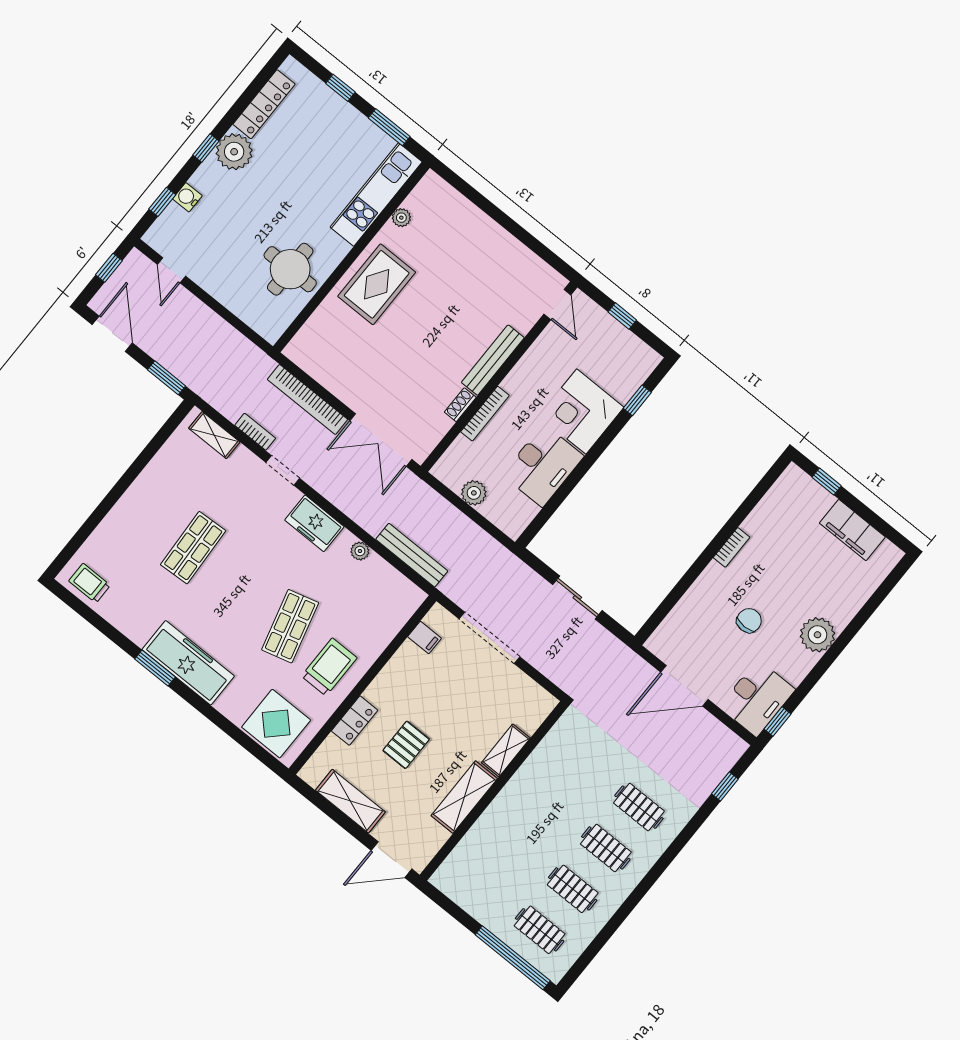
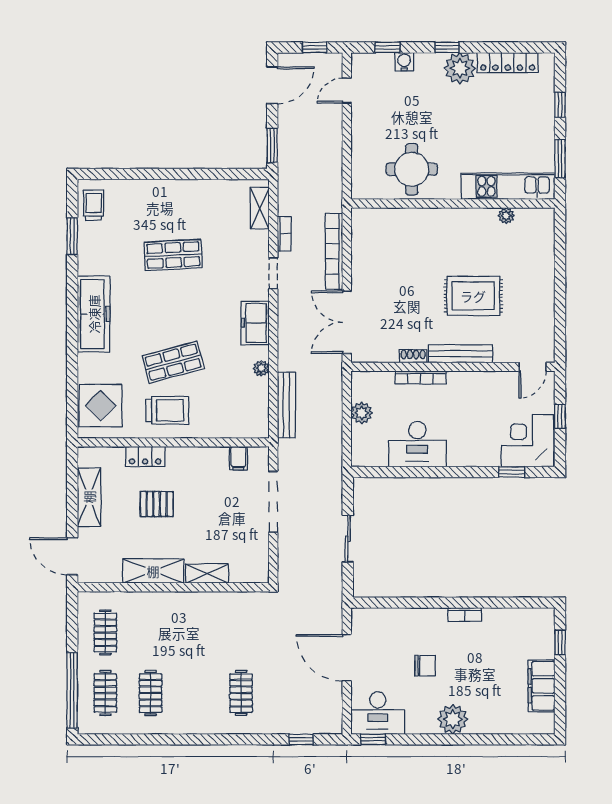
rug: (377, 284) -> (473, 296), moved
corner desk: (581, 412) -> (527, 441), moved
window: (155, 668) -> (72, 236), moved
clothes rail: (606, 848) -> (105, 633), moved

